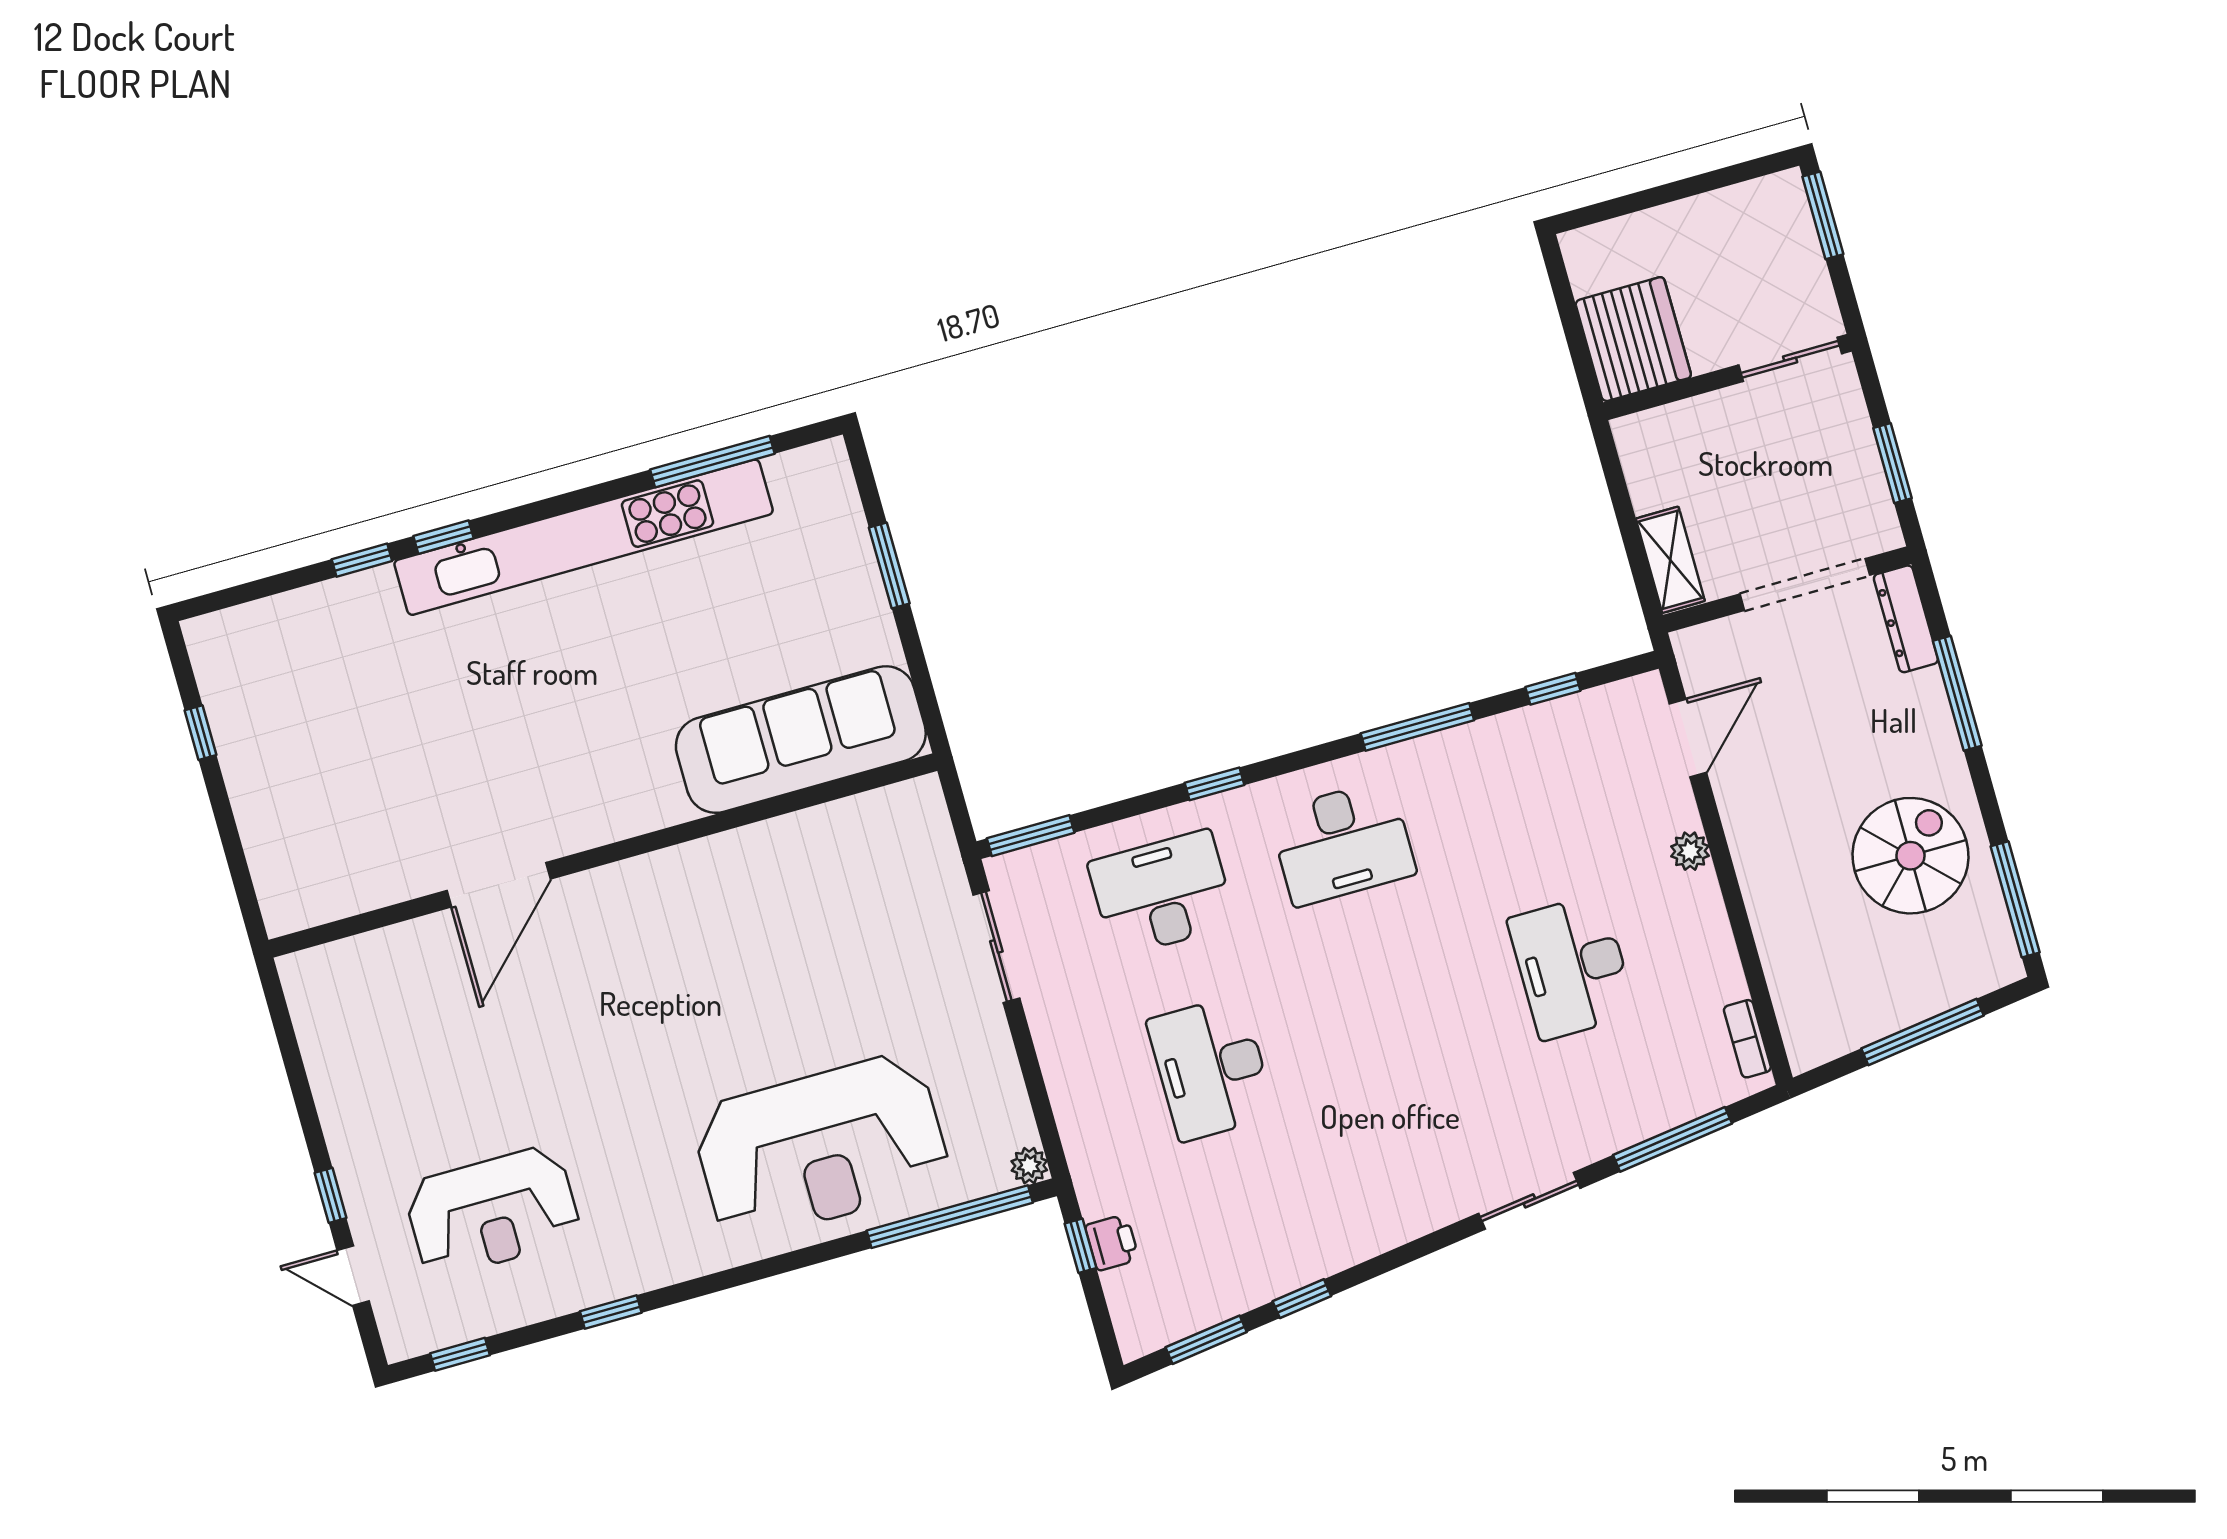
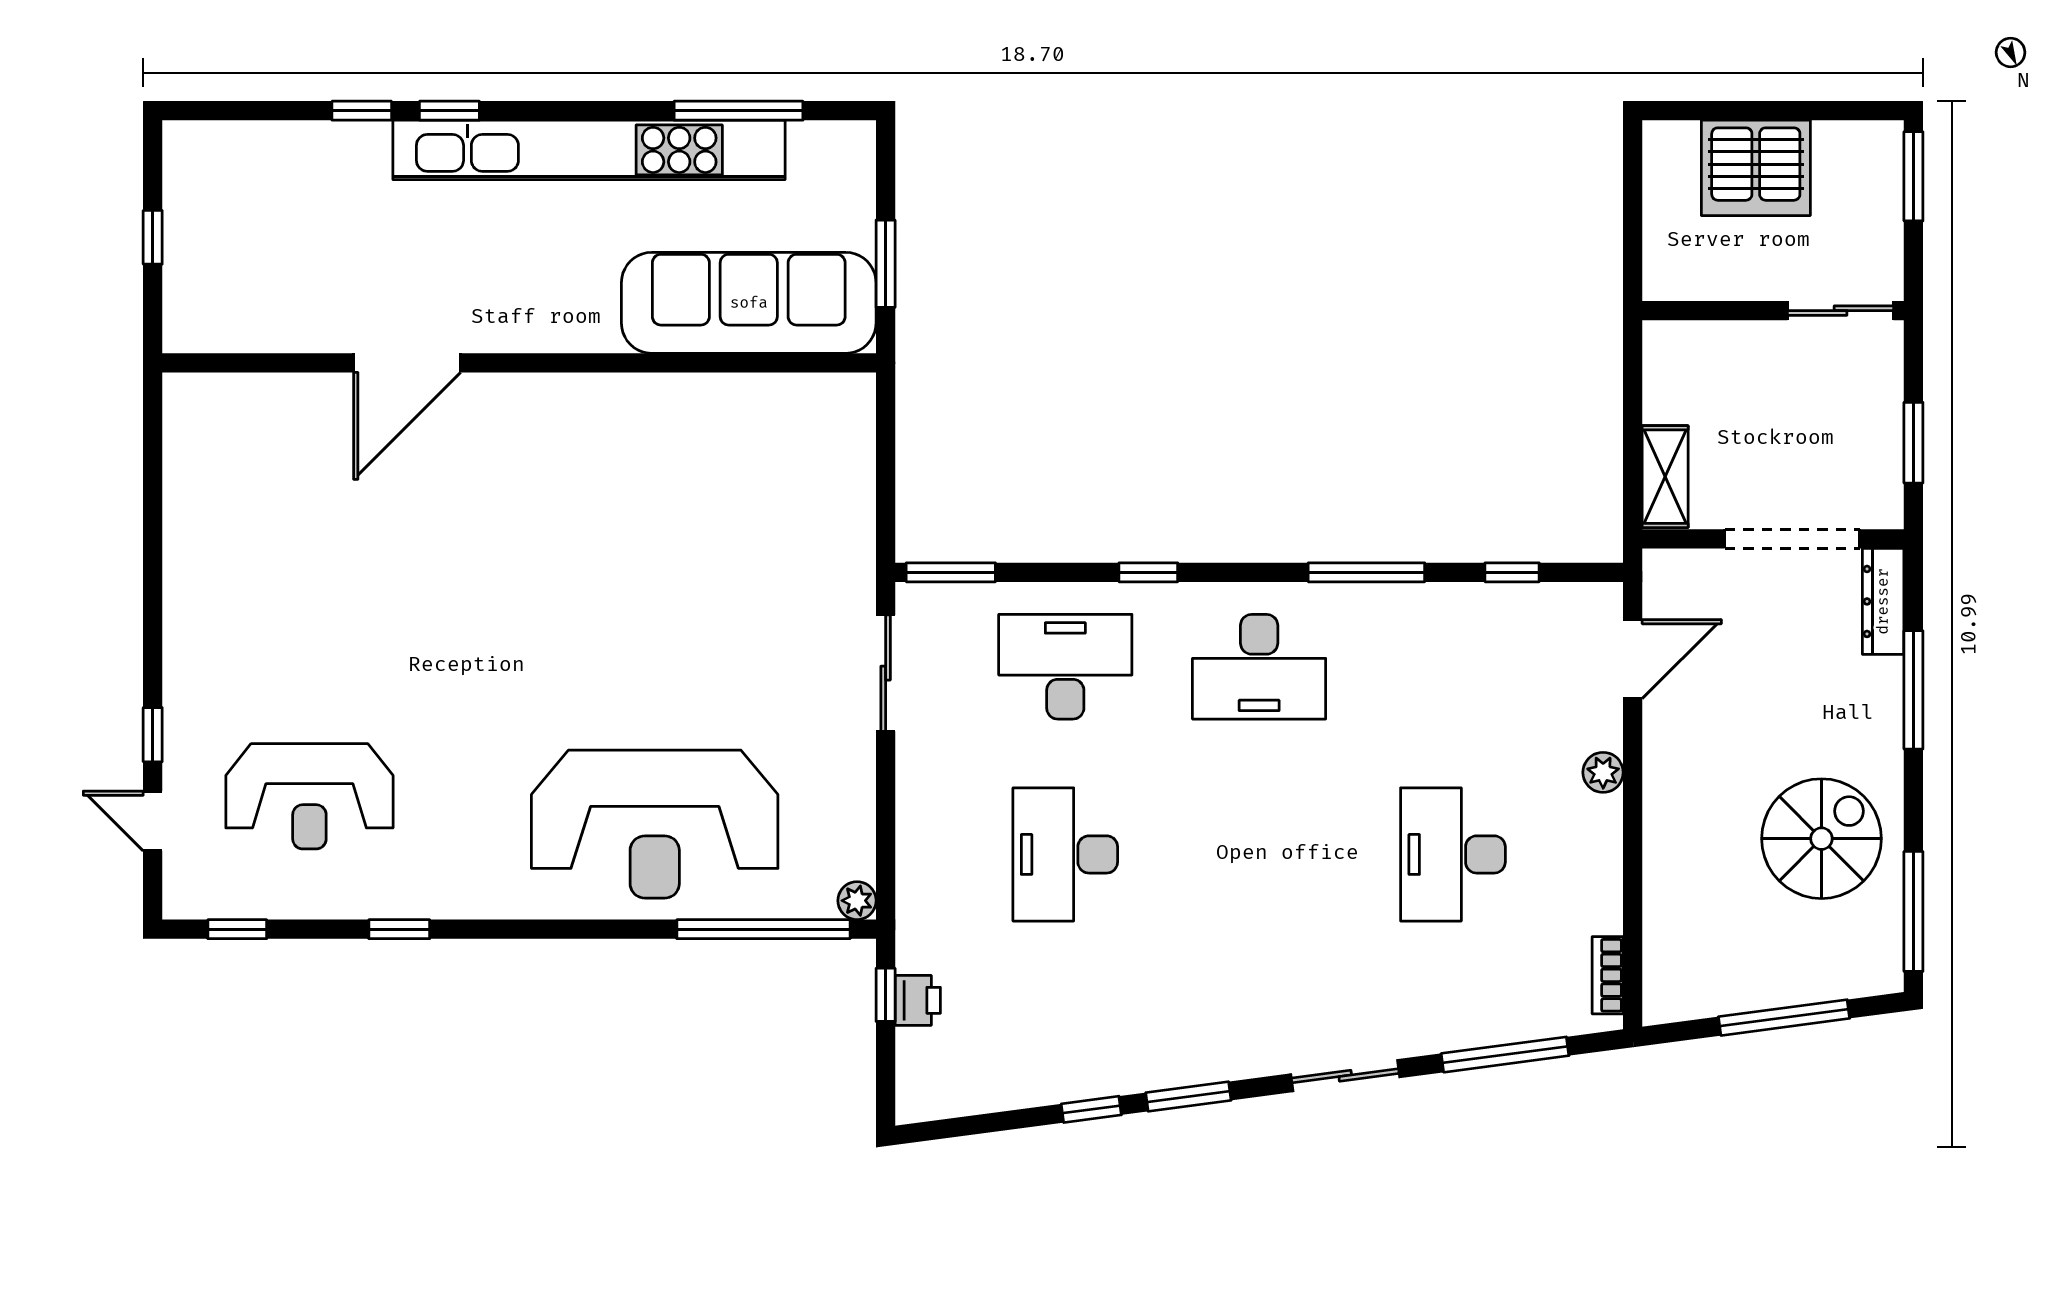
server rack: (1633, 339) -> (1756, 168), moved, turned 90
sofa: (801, 740) -> (749, 303), moved
wall: (603, 855) -> (519, 363), moved
door: (499, 885) -> (407, 363), moved
window: (1206, 1340) -> (1188, 1097), moved

